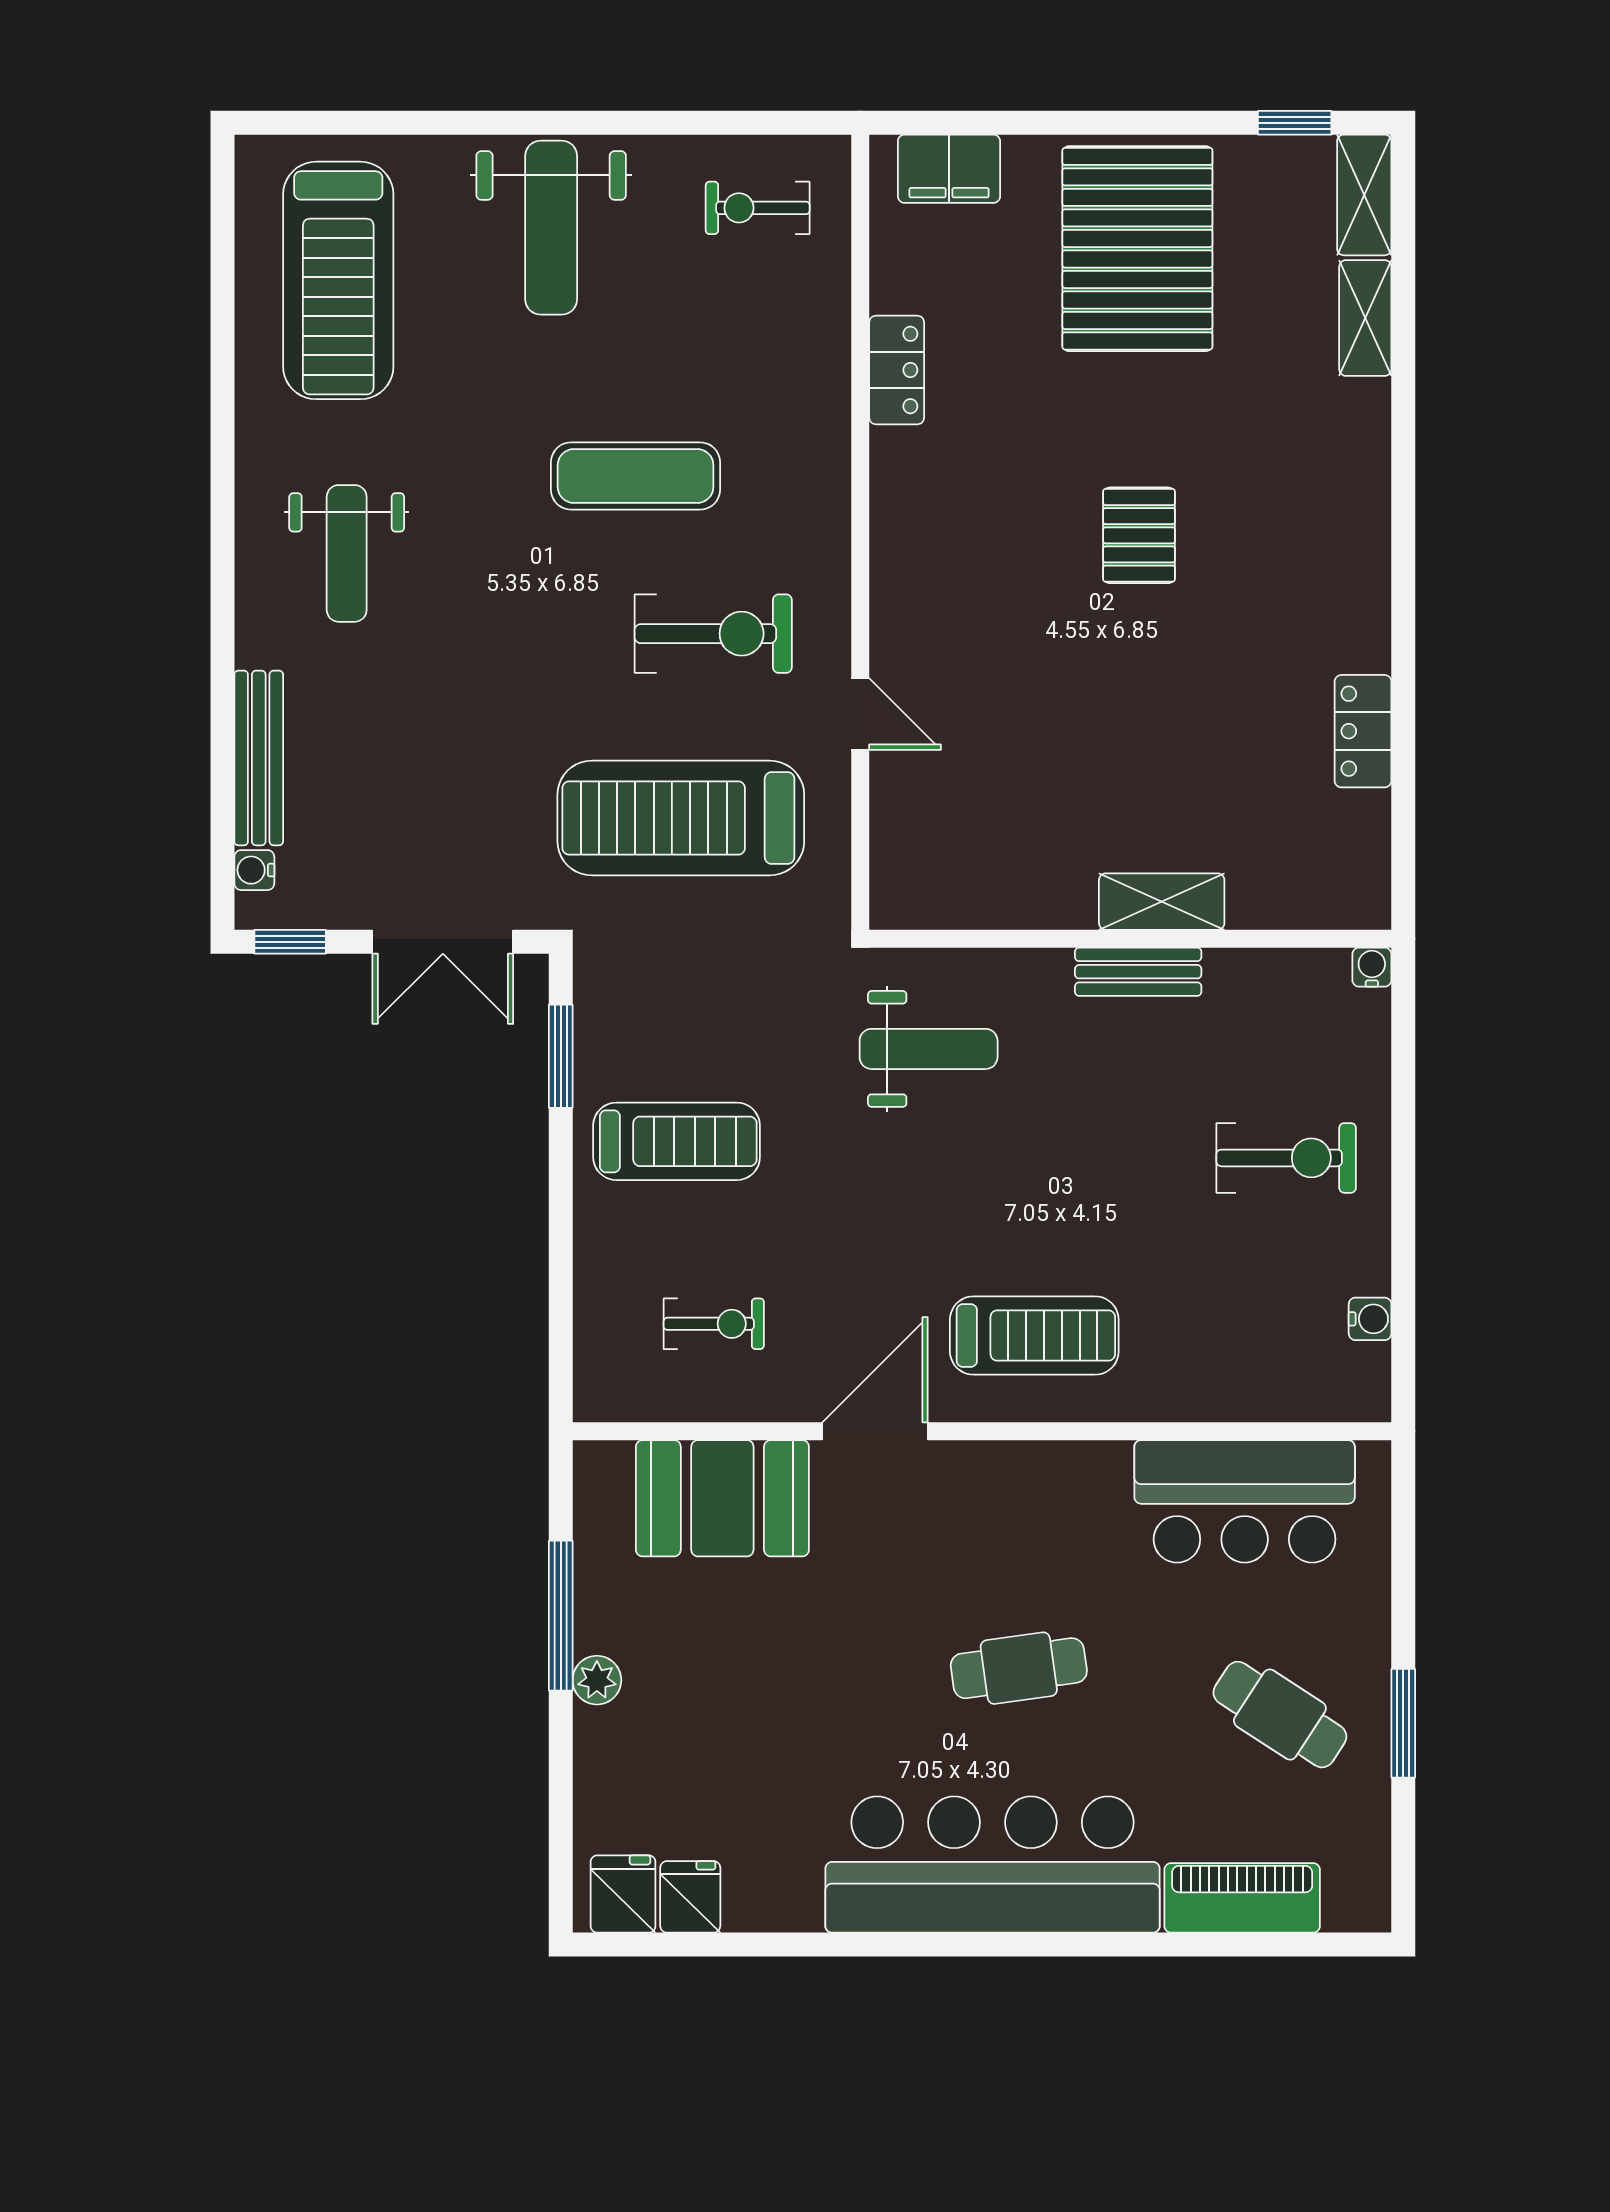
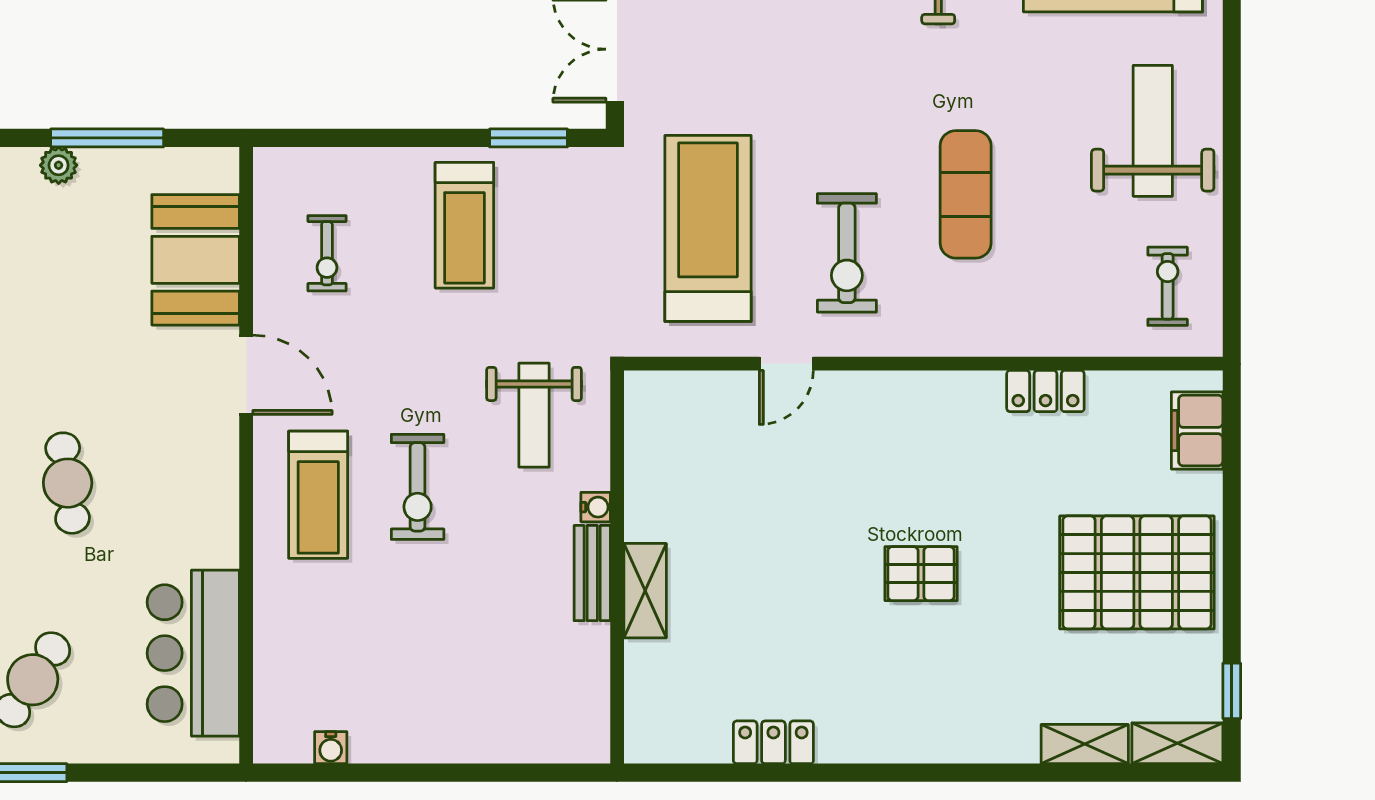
weight bench: (551, 228) -> (1153, 131), turned 90
water cooler: (1372, 967) -> (596, 507), moved
exercise bike: (1286, 1158) -> (418, 487), moved

